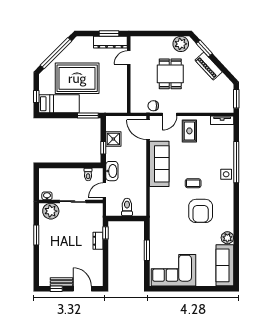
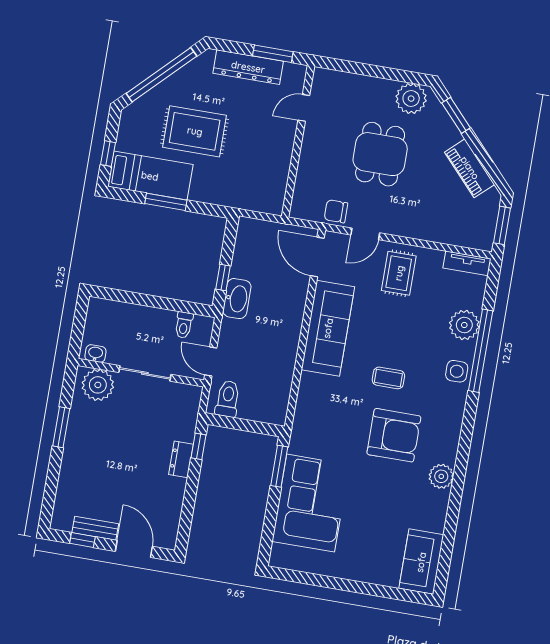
dresser: (110, 42) -> (248, 67), moved
piano: (209, 66) -> (470, 168), moved
rug: (77, 78) -> (195, 131), width x0.73, depth x0.69
window: (88, 115) -> (166, 202), moved
shower: (113, 139) -> (246, 263), removed
plant: (226, 151) -> (464, 325), added
washbasin: (112, 171) -> (237, 299), moved
door: (104, 190) -> (211, 362), hinge flipped
toilet: (127, 207) -> (228, 399), moved
armchair: (201, 211) -> (394, 435), turned -90
plant: (227, 238) -> (441, 476), moved
window: (147, 250) -> (279, 466), moved
sofa: (225, 265) -> (421, 562), width x0.73
corner sofa: (174, 270) -> (311, 503), moved, turned 90

